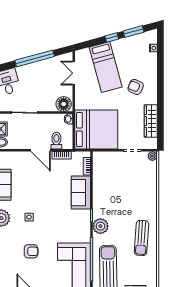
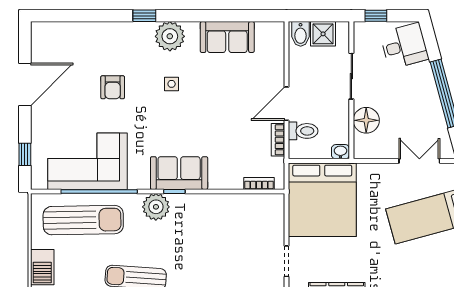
armchair: (136, 87) -> (396, 267), removed
floor lamp: (64, 104) -> (366, 120), moved
sofa: (81, 193) -> (179, 173), moved

